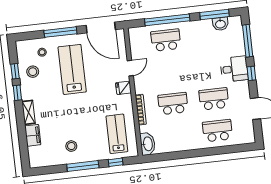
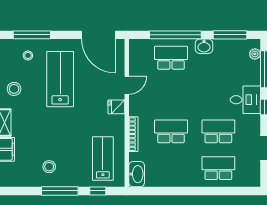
washbasin: (220, 24) -> (204, 46), moved
plant: (238, 29) -> (255, 54), added
window: (60, 32) -> (32, 35), moved
stool: (33, 72) -> (14, 89), moved

